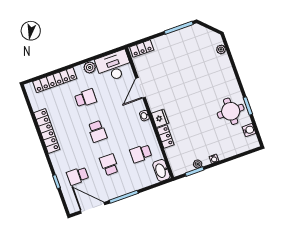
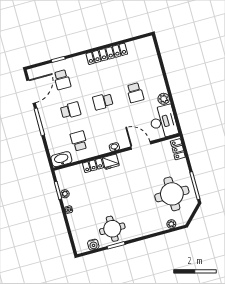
round table: (189, 51) -> (172, 194), added
locker: (55, 80) -> (154, 65), removed
school desk: (78, 176) -> (62, 80), turned 180

